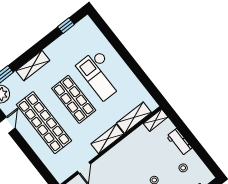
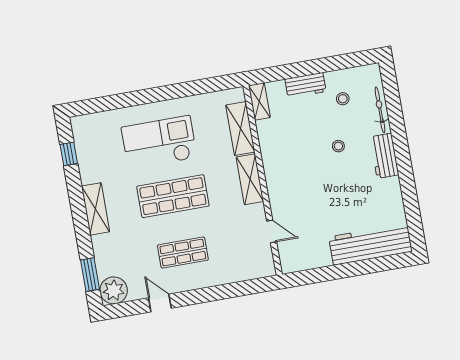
shelving: (33, 66) -> (96, 209), moved
checkout: (101, 75) -> (159, 142), turned 180
shop shelf: (44, 123) -> (183, 253), width x0.50, depth x0.74

